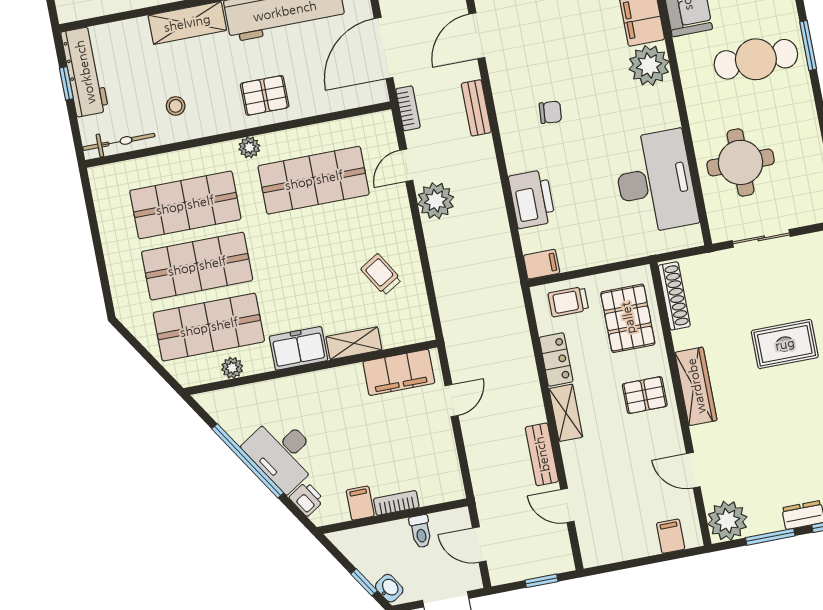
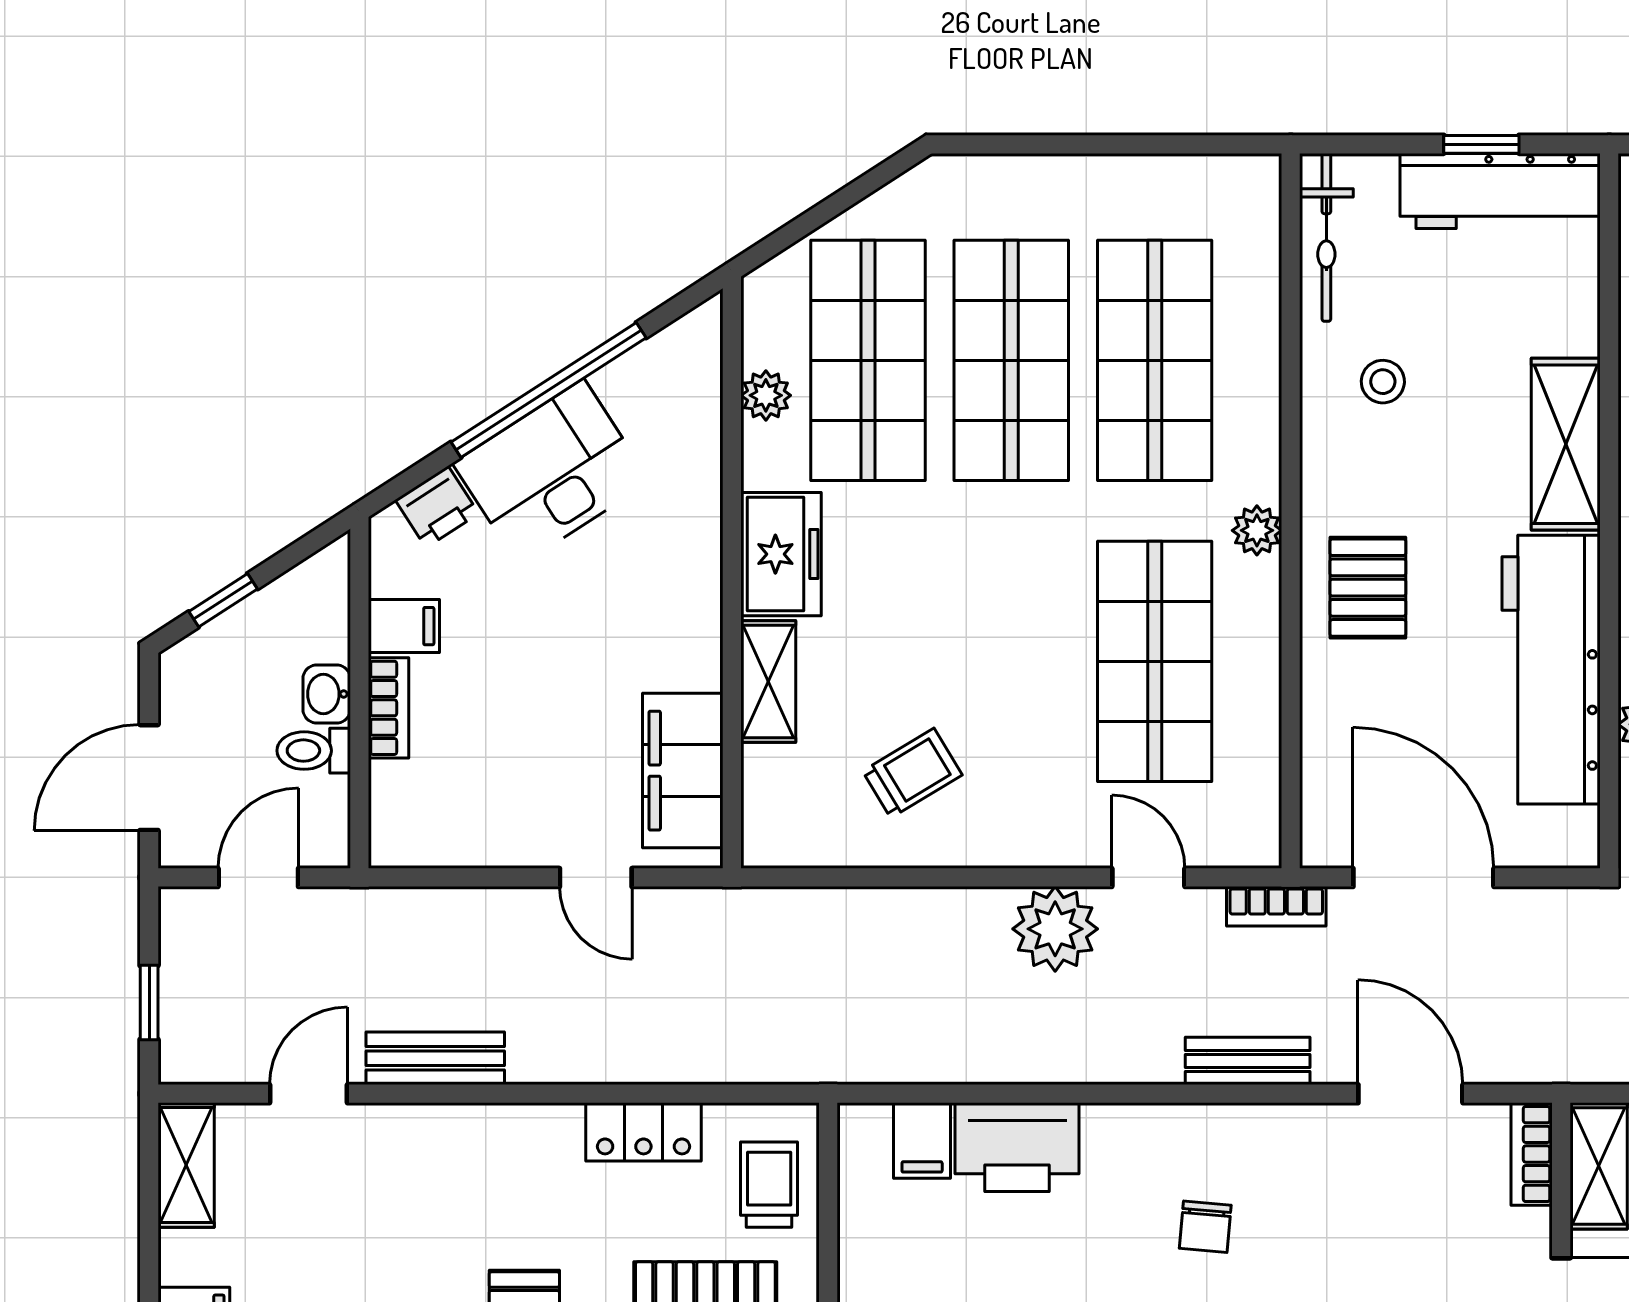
filing cabinet: (542, 264) -> (922, 1141), moved
shelving: (566, 413) -> (186, 1165), moved, turned 90
washbasin: (389, 588) -> (327, 694), moved, turned 123

